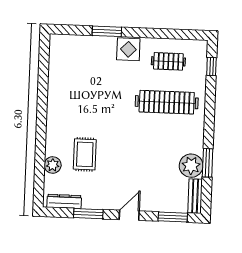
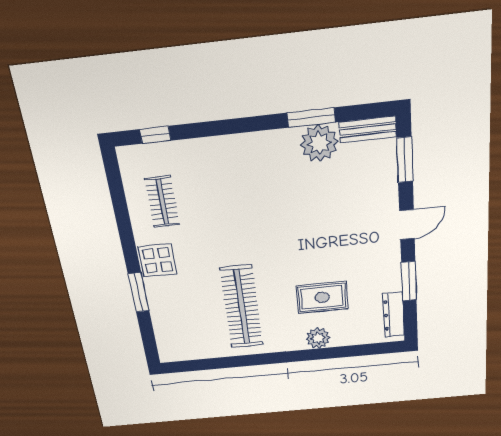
clothes rail: (167, 102) -> (242, 307), moved
plant: (53, 165) -> (318, 338), moved
door: (129, 215) -> (407, 225), swing flipped

